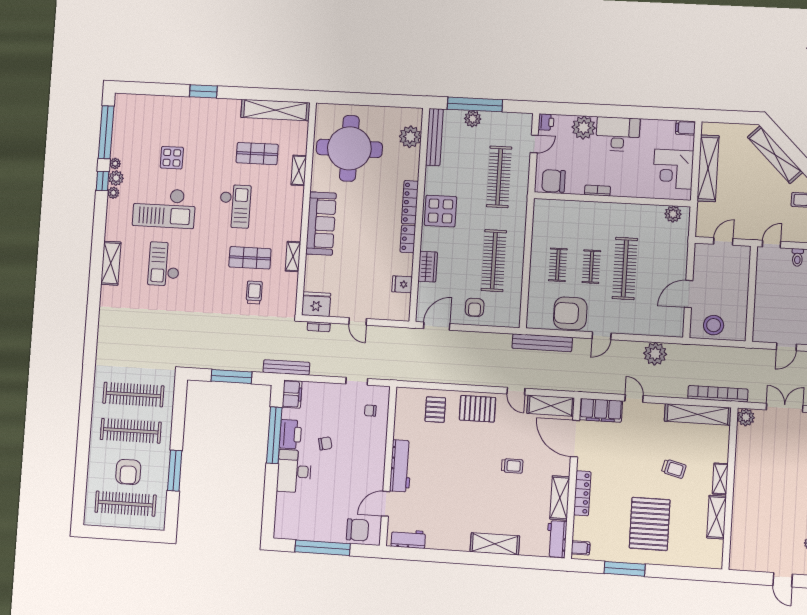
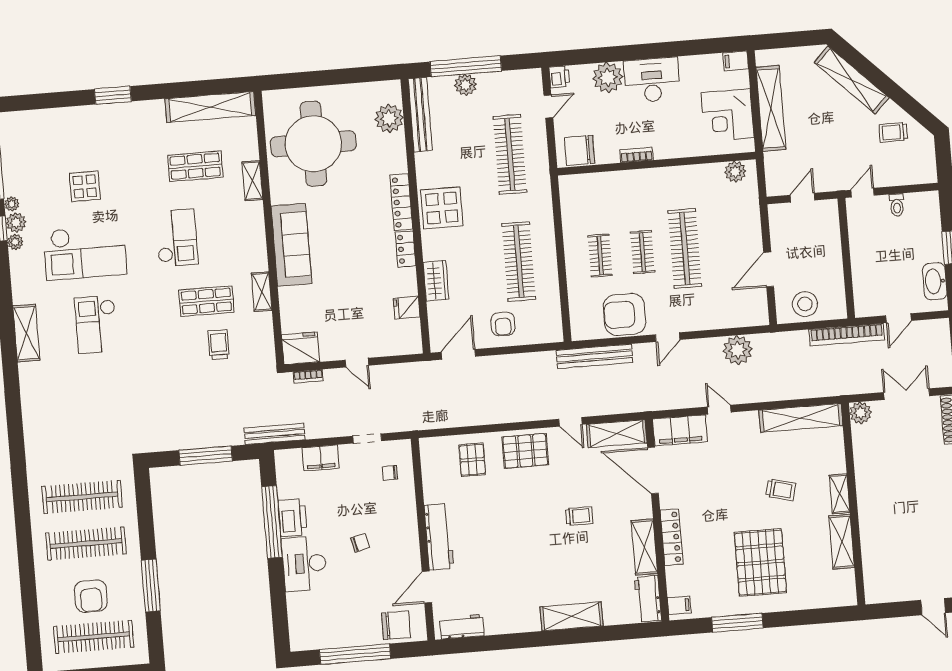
filing cabinet: (292, 394) -> (321, 458), moved, turned 90
bookcase: (718, 394) -> (847, 335), moved, turned 180
chair: (325, 443) -> (360, 543), moved

